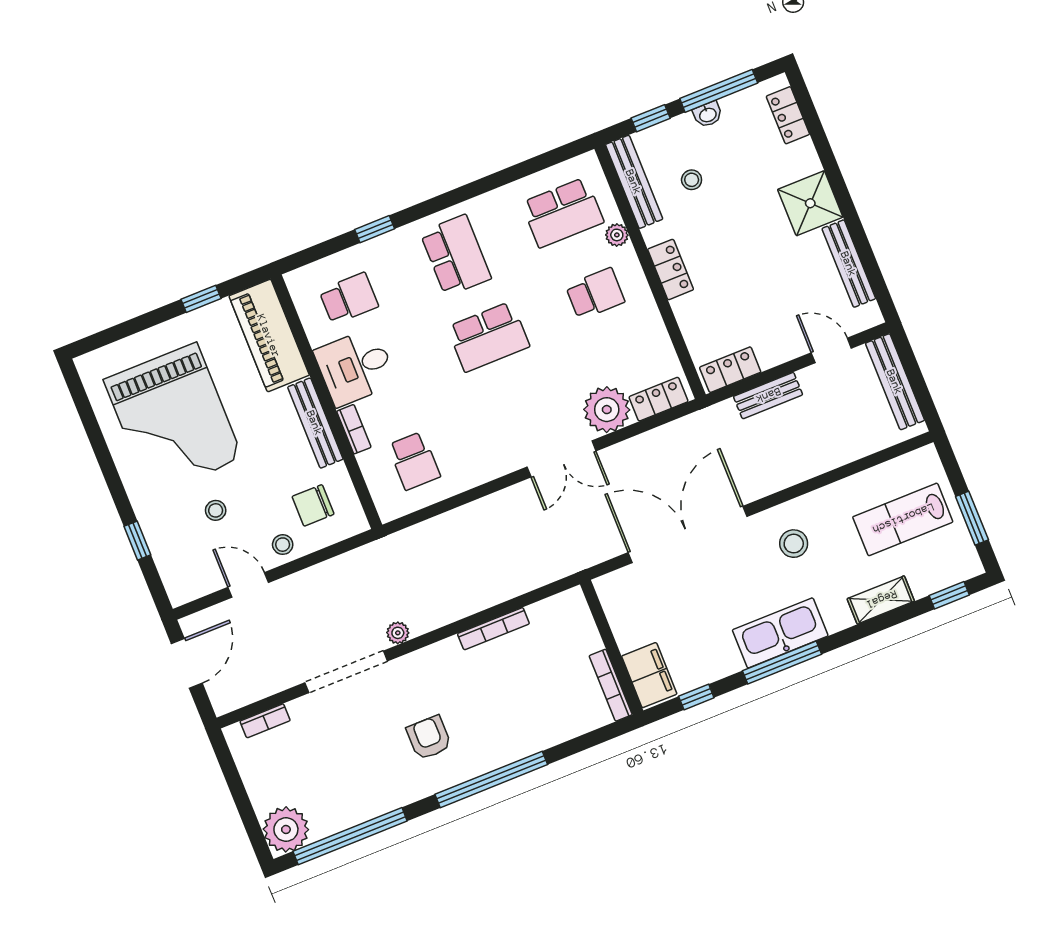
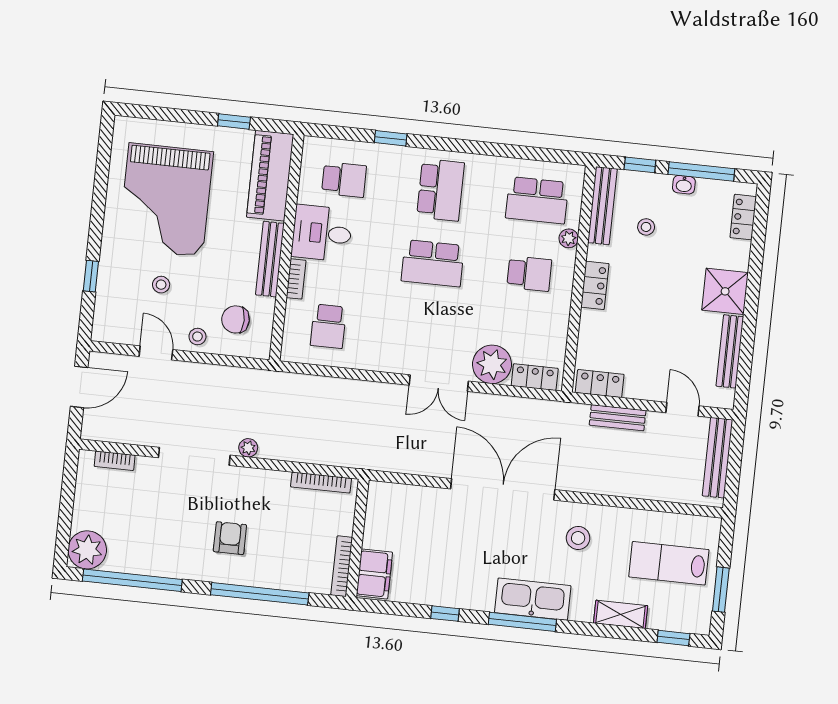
wall: (612, 647) -> (357, 538), moved
filing cabinet: (649, 675) -> (374, 574), moved
bookcase: (611, 685) -> (342, 566), moved

